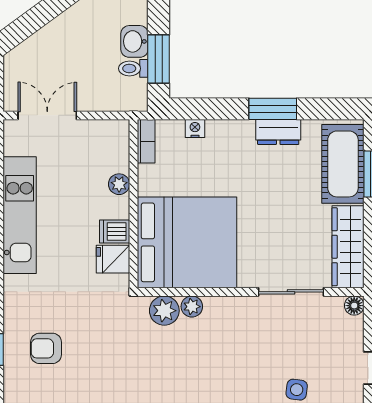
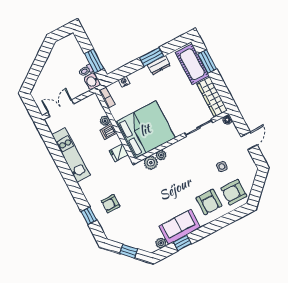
washbasin: (134, 41) -> (92, 81), moved
dishwasher: (115, 231) -> (108, 132), moved

